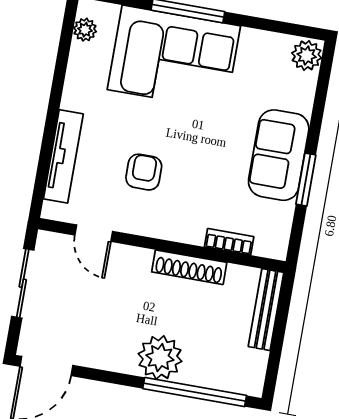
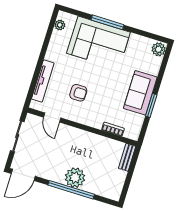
armchair: (144, 172) -> (78, 93), turned 90
shoe rack: (189, 267) -> (93, 138), removed
bench: (266, 310) -> (127, 157), width x0.73
window: (195, 392) -> (71, 190), moved

